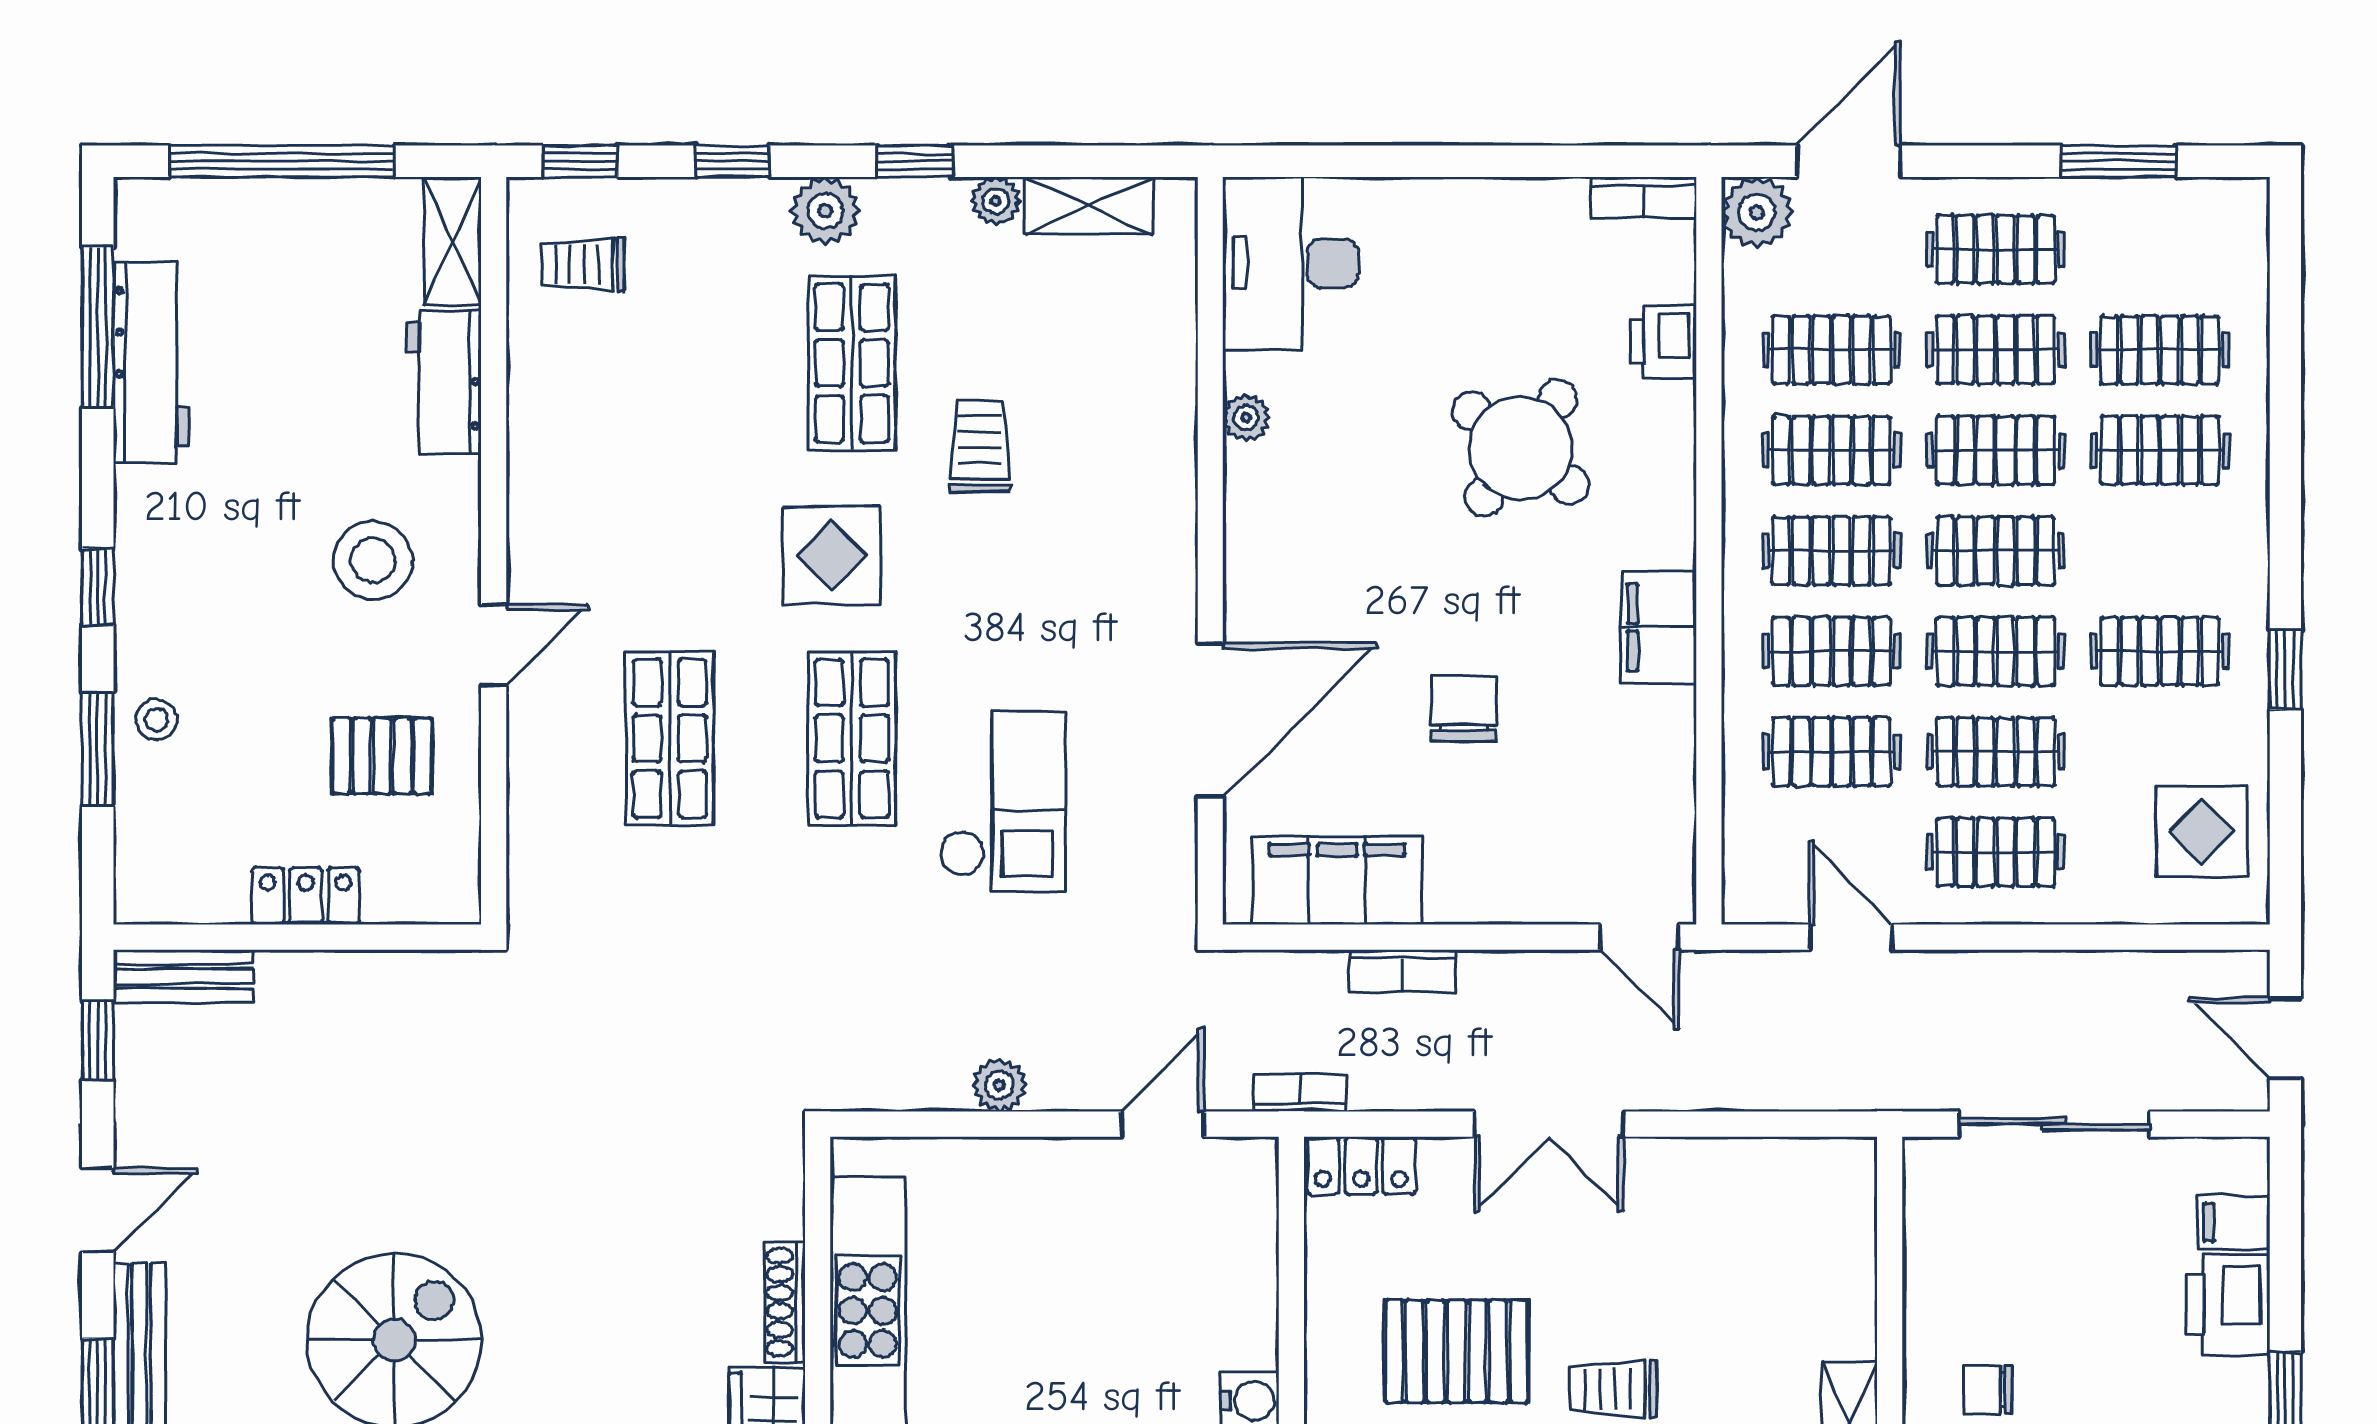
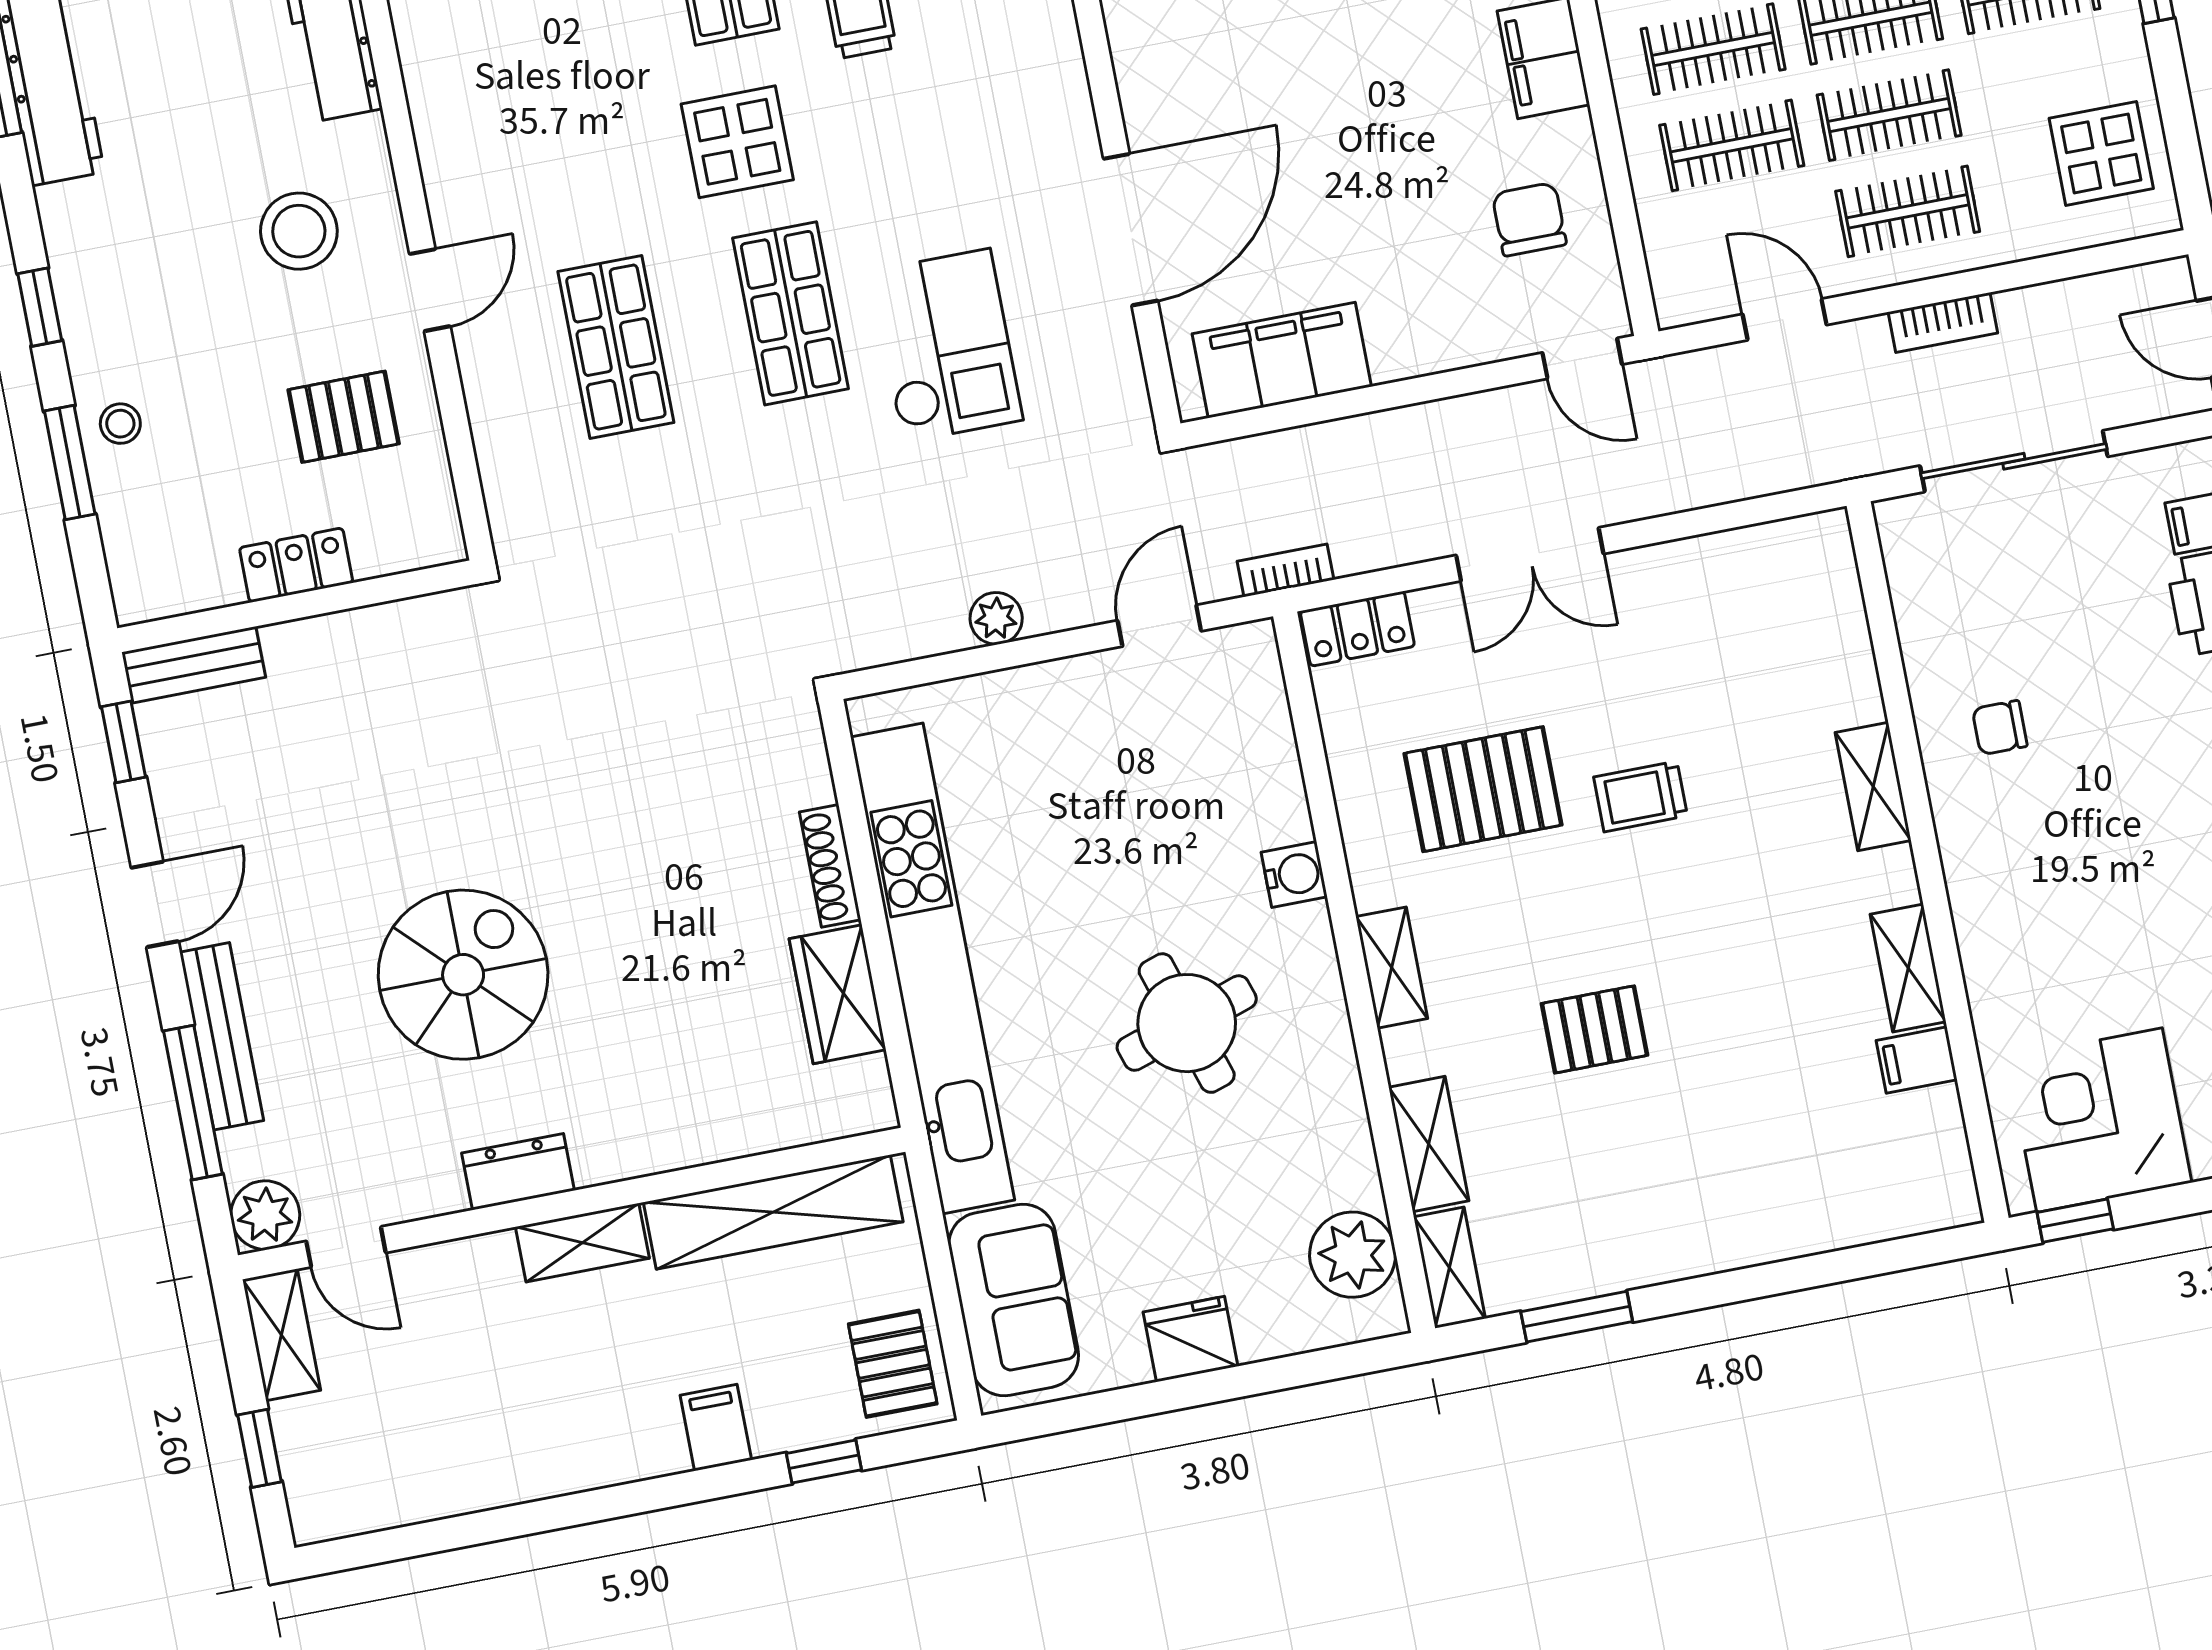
chair: (1464, 708) -> (1529, 219), moved
bookcase: (1403, 971) -> (1943, 323), moved

